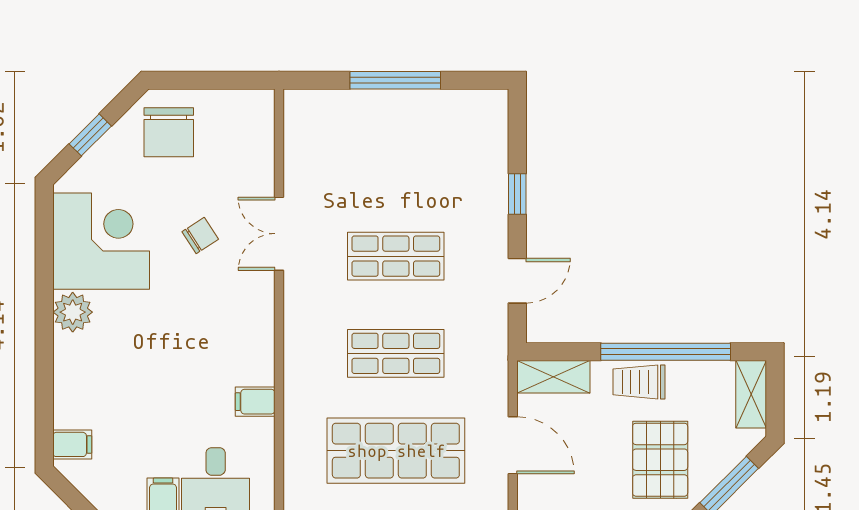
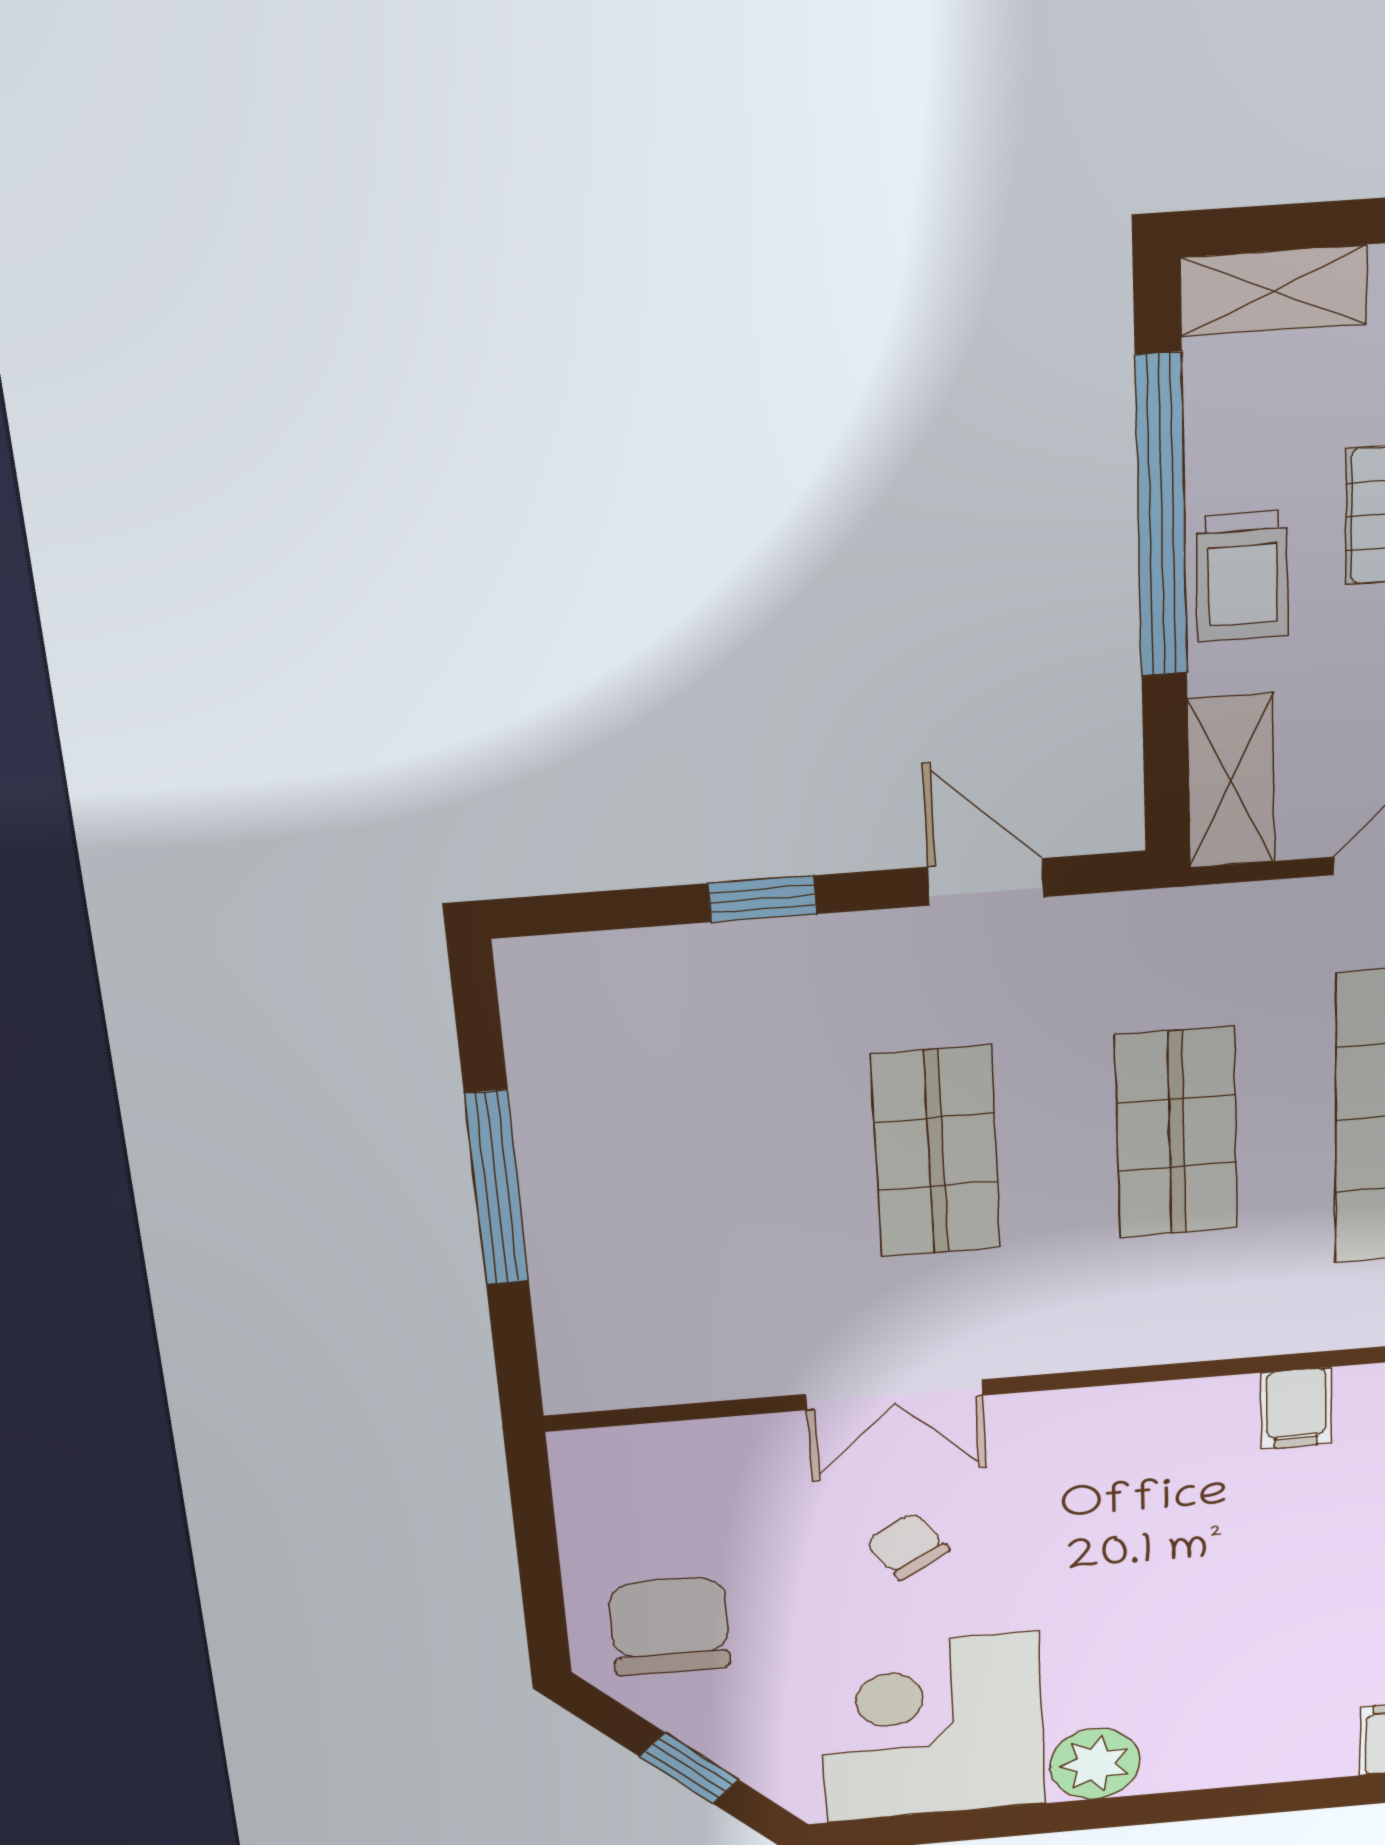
chair: (169, 132) -> (669, 1626), turned -90

